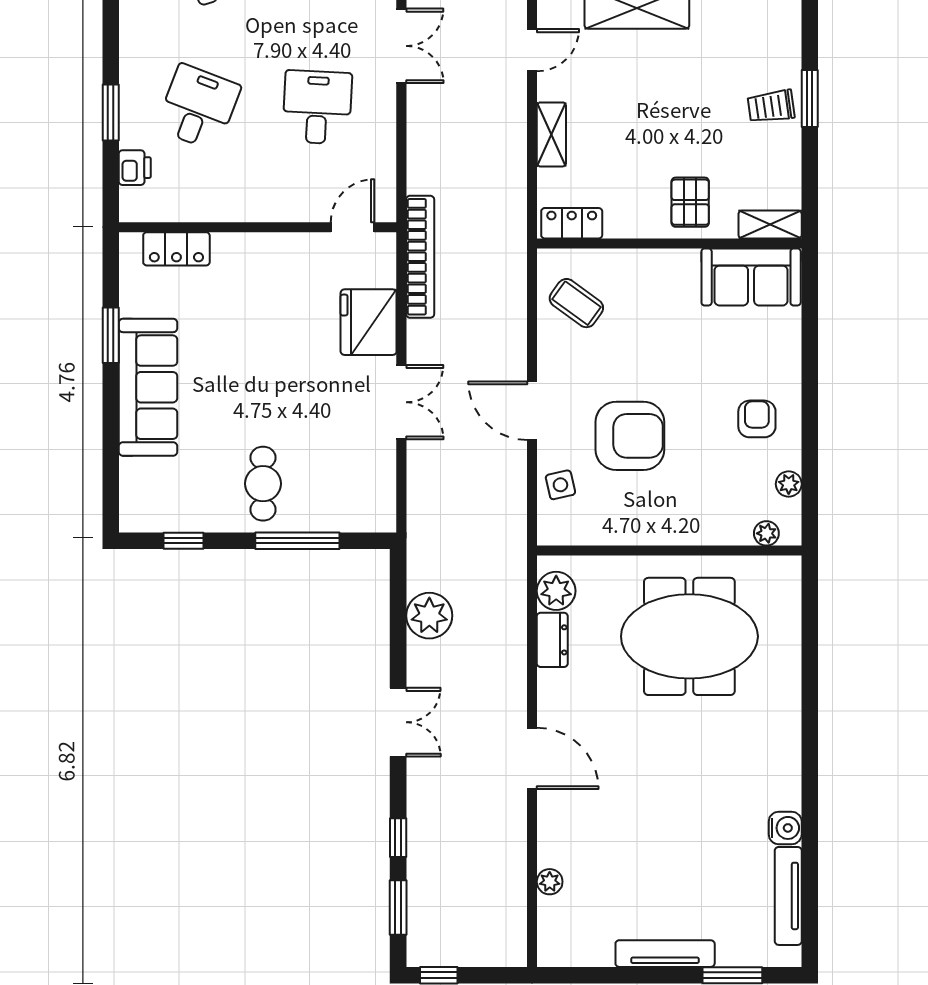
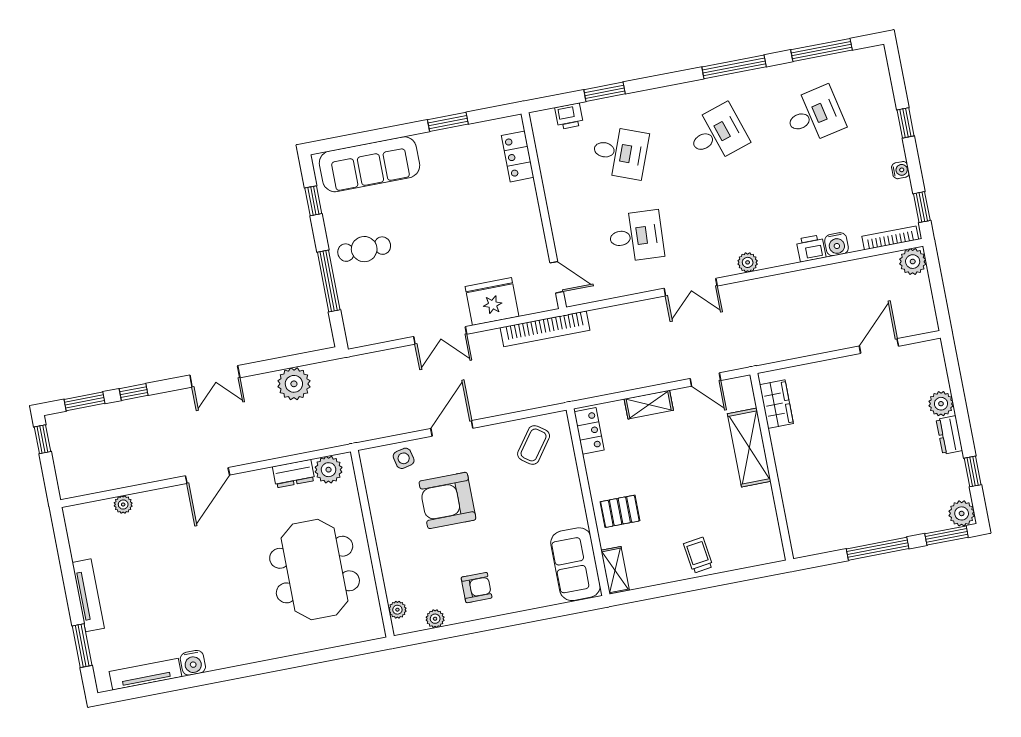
window: (810, 99) -> (709, 581), removed
sofa: (148, 387) -> (369, 164), moved
armchair: (630, 436) -> (447, 500), turned 90

